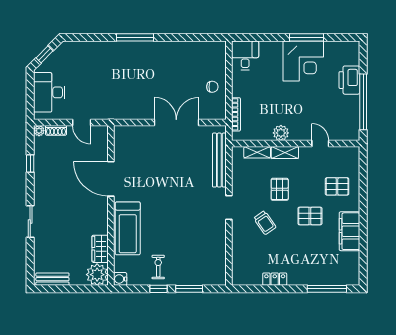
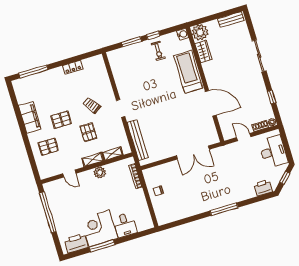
printer: (76, 50) -> (263, 188), added
desk: (245, 55) -> (125, 225), moved
printer: (349, 80) -> (76, 243), moved, turned -90
double door: (176, 122) -> (193, 153), moved
sliding door: (30, 221) -> (259, 56), width x1.37

